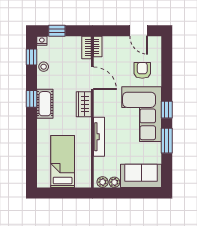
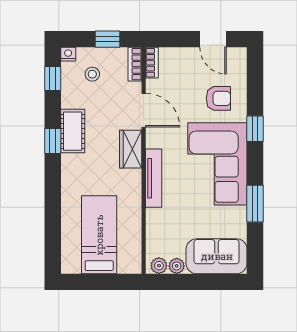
window: (57, 31) -> (107, 39), moved
stool: (44, 67) -> (92, 74), moved
armchair: (142, 70) -> (218, 98), turned 90
cot: (45, 104) -> (73, 131), moved
window: (167, 110) -> (255, 129), moved
tv unit: (99, 137) -> (154, 178), moved

